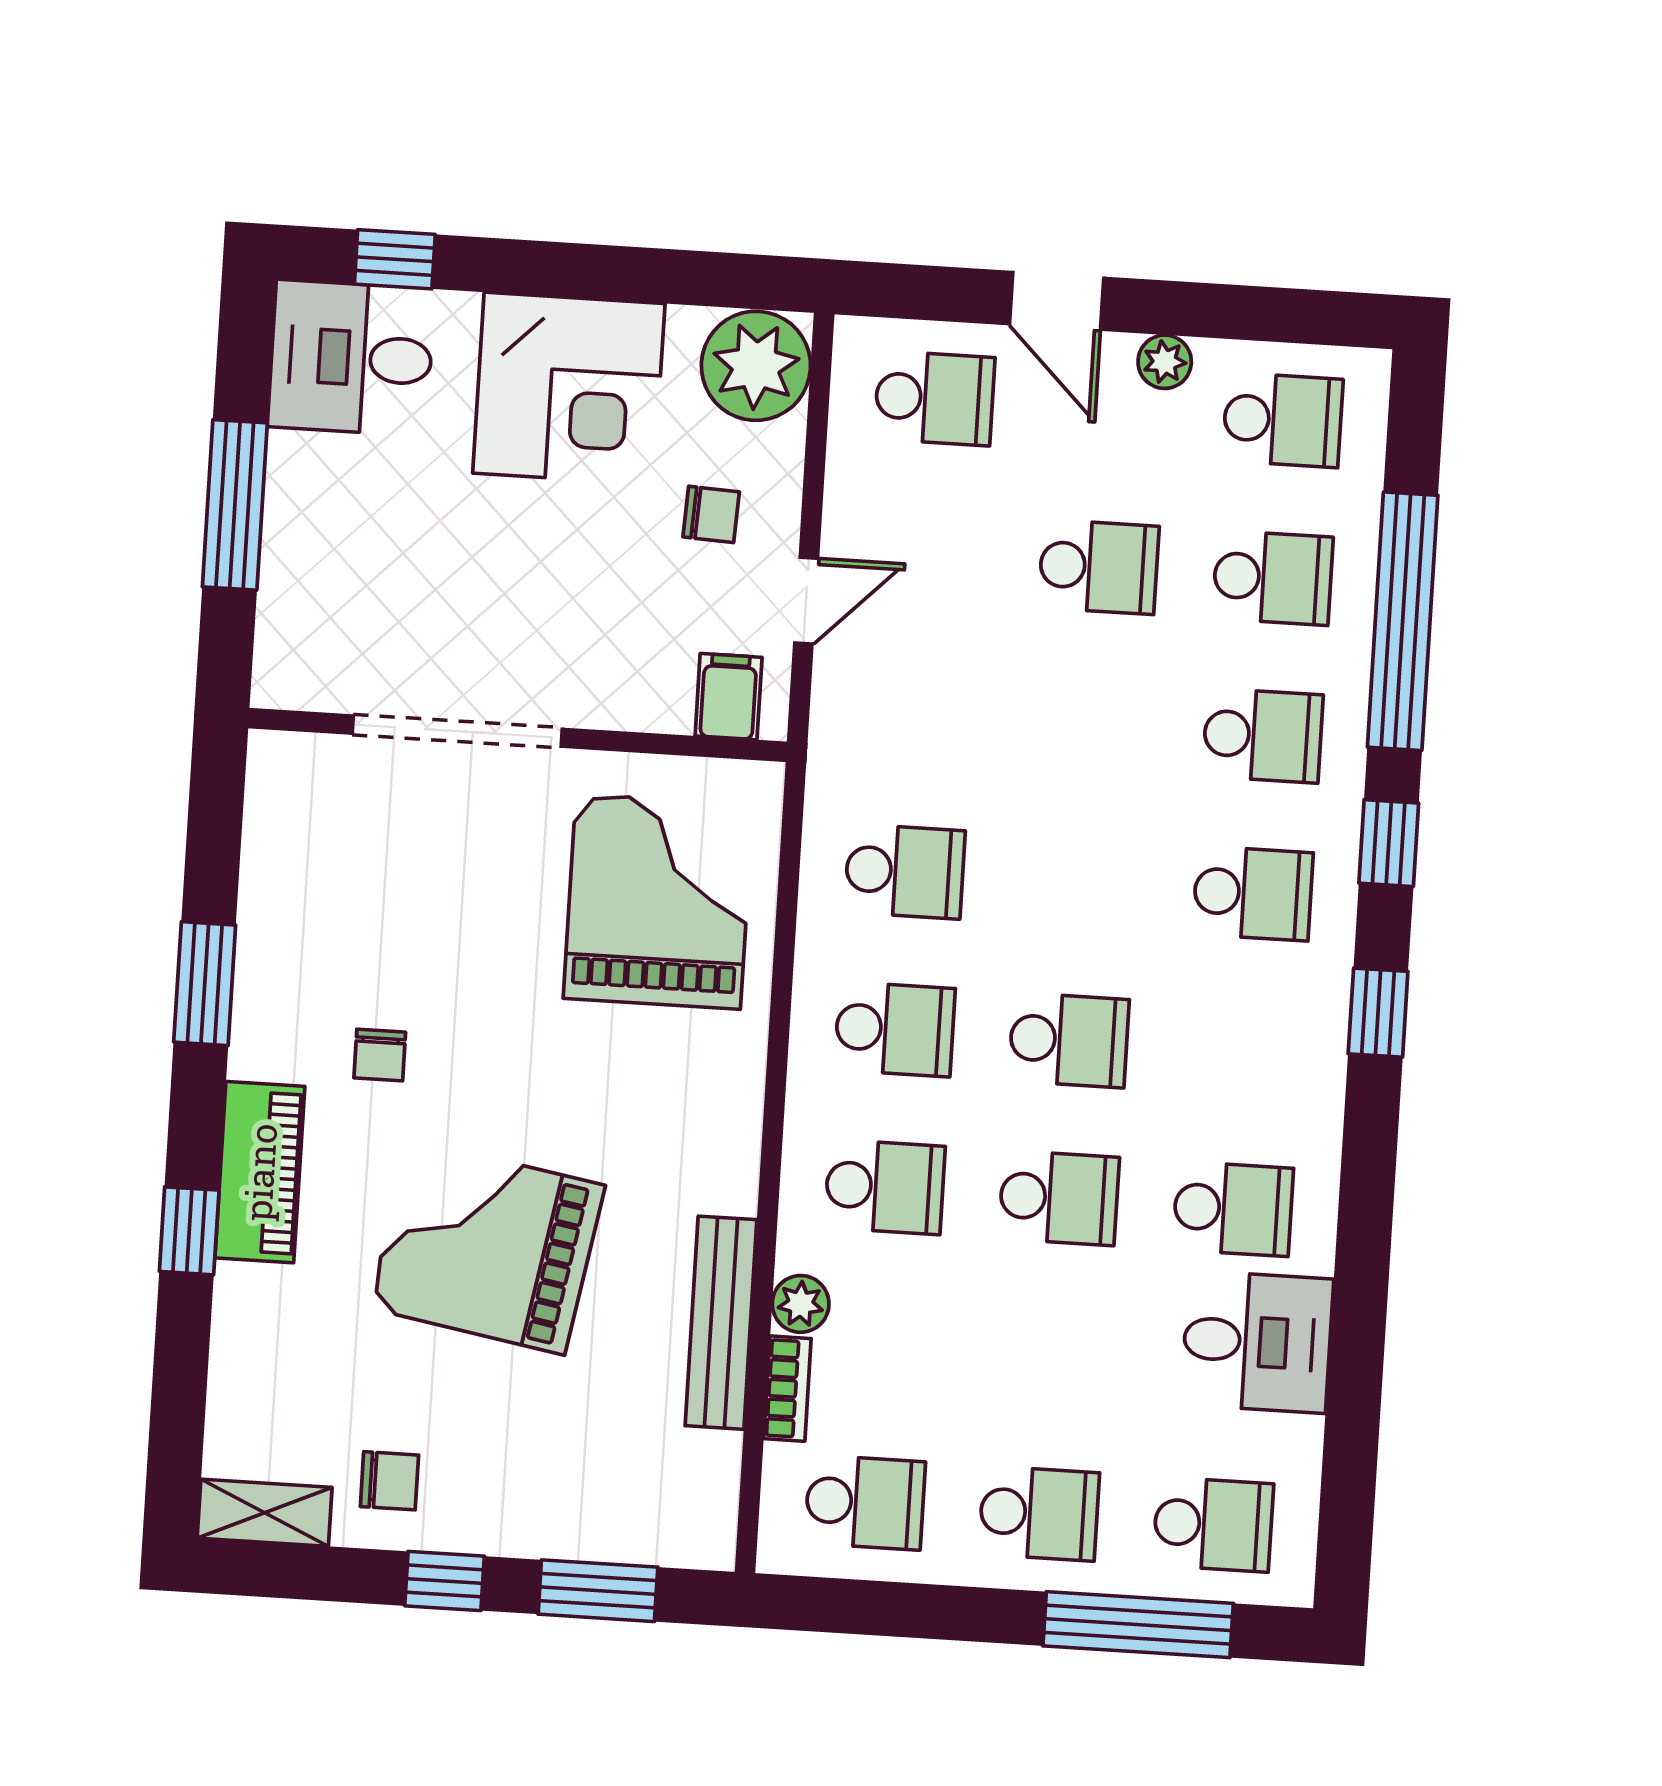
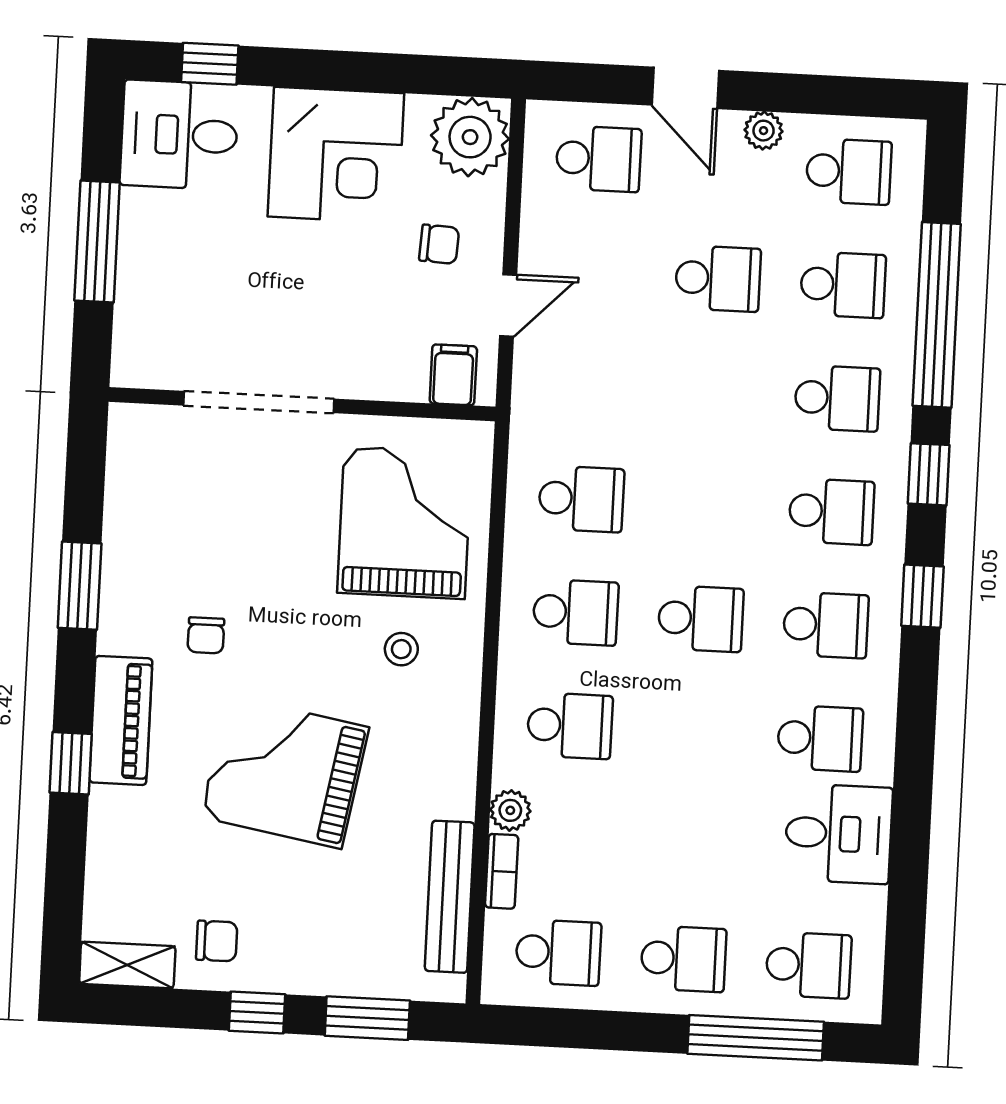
stool: (651, 1078) -> (401, 649), added
school desk: (1059, 1198) -> (826, 625), moved
bench: (721, 1323) -> (450, 897), moved

